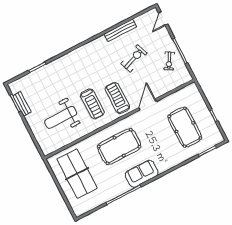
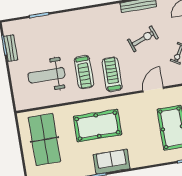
door: (147, 105) -> (153, 90), moved

